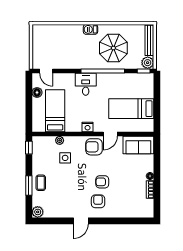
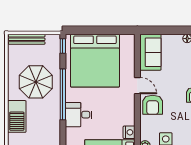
barbecue: (90, 29) -> (17, 116), width x1.88, depth x1.53
plant: (148, 63) -> (53, 41), removed
bed: (131, 109) -> (95, 61), width x2.04
nightstand: (88, 127) -> (129, 132), moved

